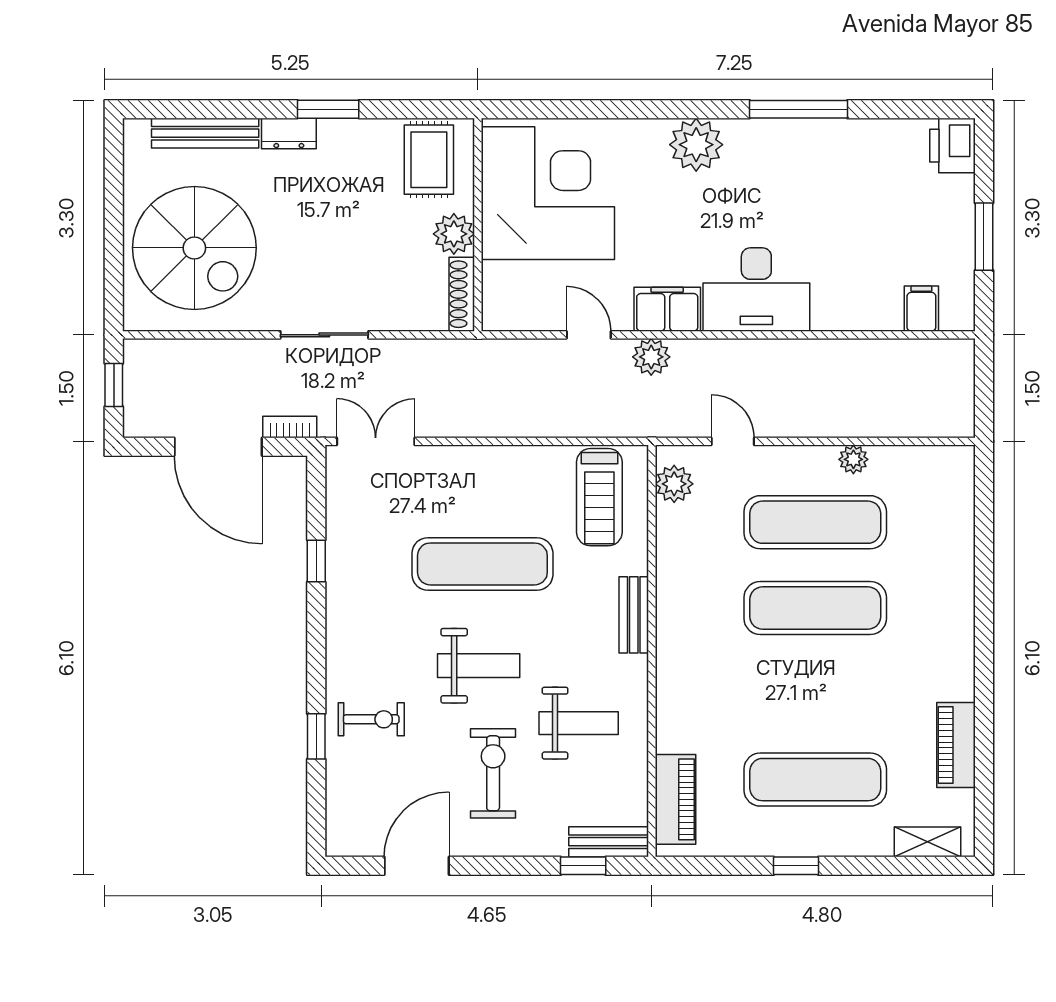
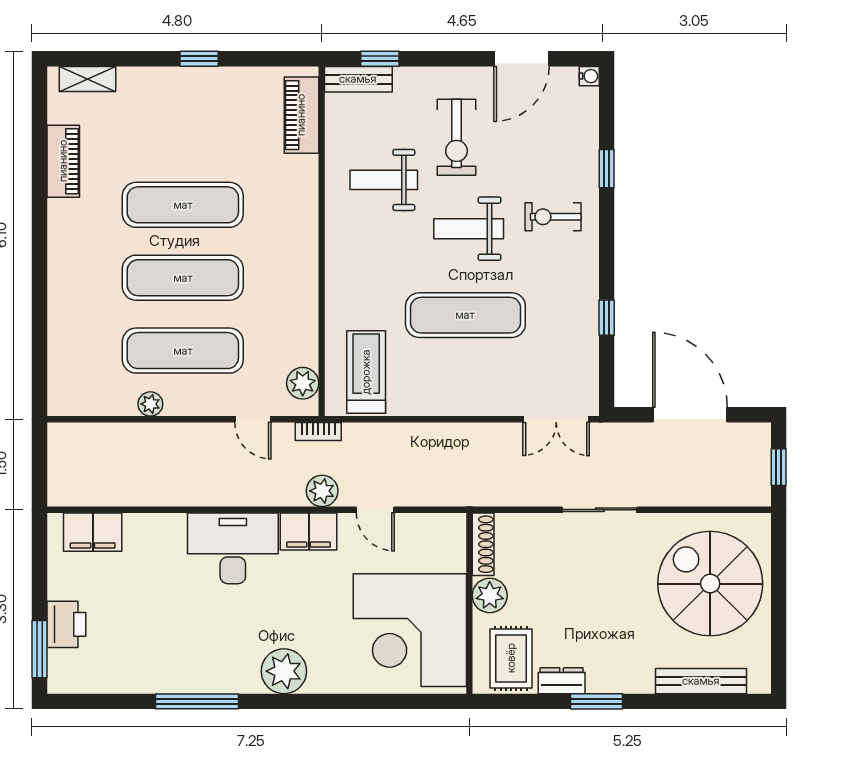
dresser: (289, 134) -> (562, 681), moved
printer: (952, 146) -> (66, 624), moved
window: (984, 237) -> (39, 649), moved
filing cabinet: (921, 309) -> (93, 532), width x2.00
bookcase: (290, 427) -> (318, 431), moved
bench: (634, 615) -> (337, 272), removed
exercise bike: (371, 719) -> (553, 217), moved
exercise mat: (815, 780) -> (183, 205), moved
water cooler: (337, 845) -> (589, 76), added

